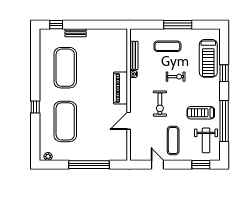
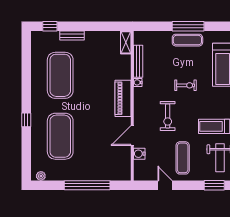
shelving: (123, 39) -> (126, 42), added
exercise mat: (167, 46) -> (187, 40), moved
water cooler: (135, 137) -> (139, 154), added

